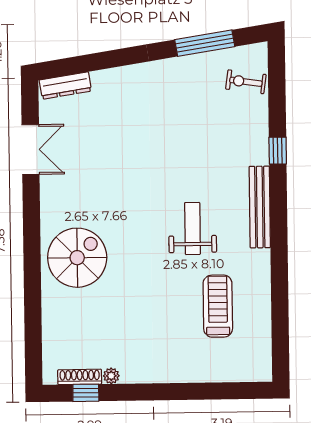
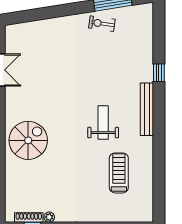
exercise bike: (246, 82) -> (102, 24), moved
dresser: (65, 85) -> (22, 29), removed

